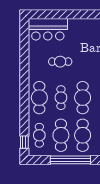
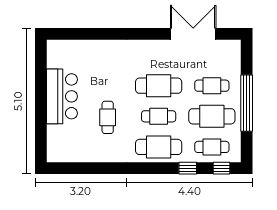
bar counter: (48, 29) -> (62, 96), moved
window: (24, 118) -> (188, 168), added
cafe table: (83, 135) -> (212, 86), width x0.73, depth x0.74

